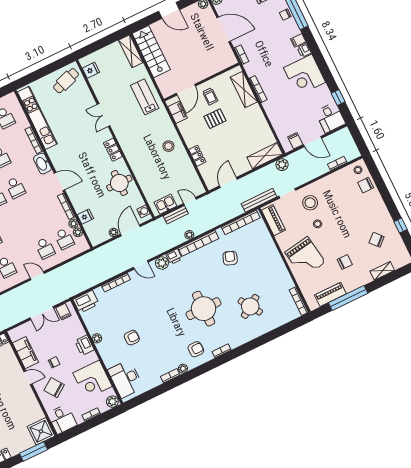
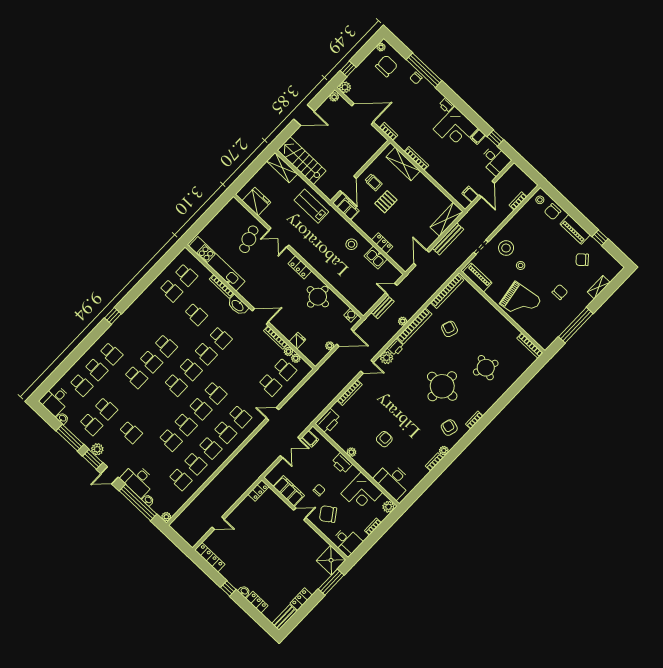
filing cabinet: (298, 40) -> (478, 137), moved
fridge: (91, 70) -> (256, 201), width x1.88, depth x1.34
cafe table: (66, 81) -> (249, 239), moved
door: (313, 141) -> (487, 189), hinge flipped
plant: (282, 165) -> (466, 222), removed
bench: (259, 200) -> (448, 239), moved
kitchen sink: (165, 204) -> (376, 257), moved, turned -90
door: (130, 230) -> (345, 338), swing flipped
piano: (330, 294) -> (575, 229), moved, turned -90
round table: (250, 306) -> (486, 368), turned -36
armchair: (196, 349) -> (449, 428), turned -74

